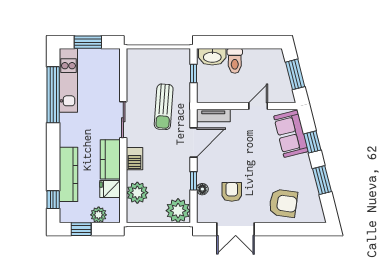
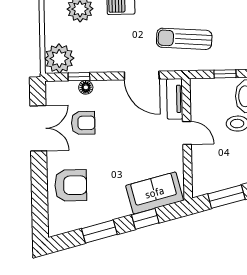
door: (258, 106) -> (187, 133), moved
window: (193, 181) -> (79, 77), moved
armchair: (283, 203) -> (71, 185), turned -98
double door: (236, 229) -> (38, 128), swing flipped

